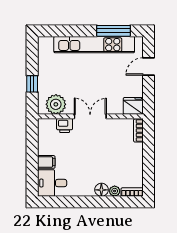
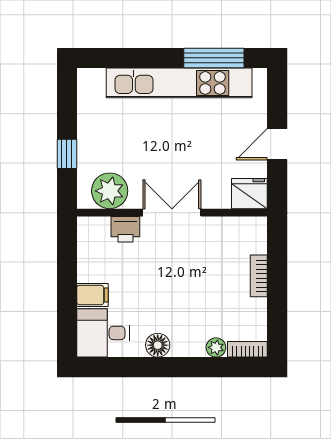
door: (148, 66) -> (277, 144), moved
bookcase: (138, 130) -> (259, 276), moved
floor lamp: (101, 190) -> (158, 345), moved

